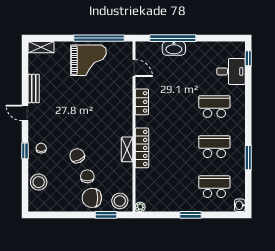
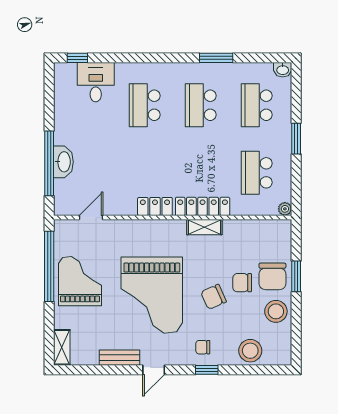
locker: (142, 102) -> (155, 206), moved
grand piano: (78, 112) -> (152, 295), added
school desk: (166, 187) -> (257, 173), added
stool: (120, 201) -> (276, 311), moved
window: (106, 215) -> (296, 276), moved

